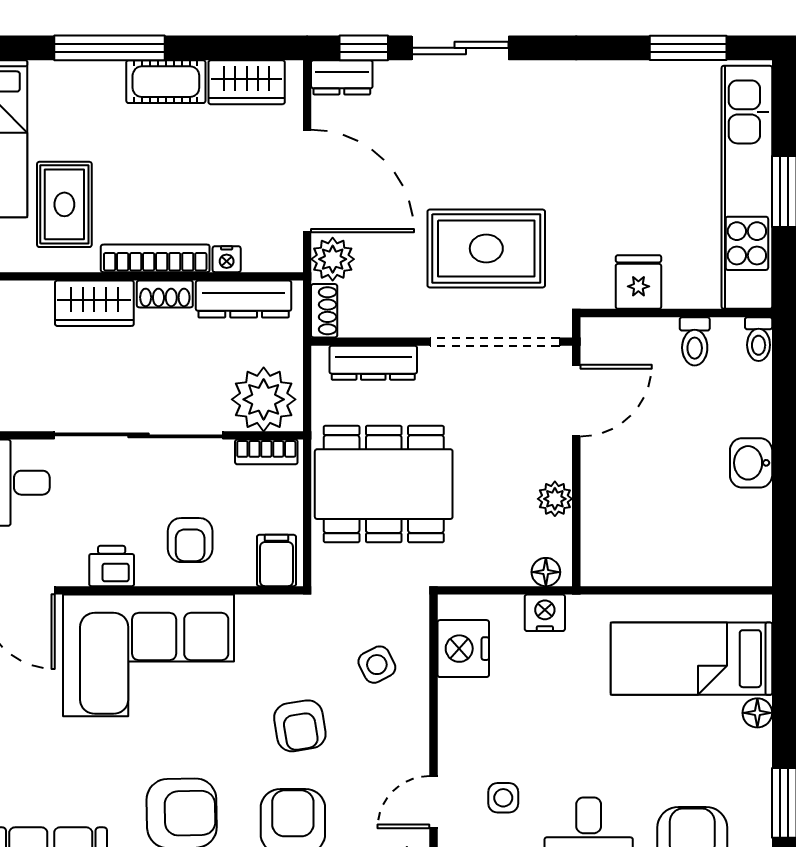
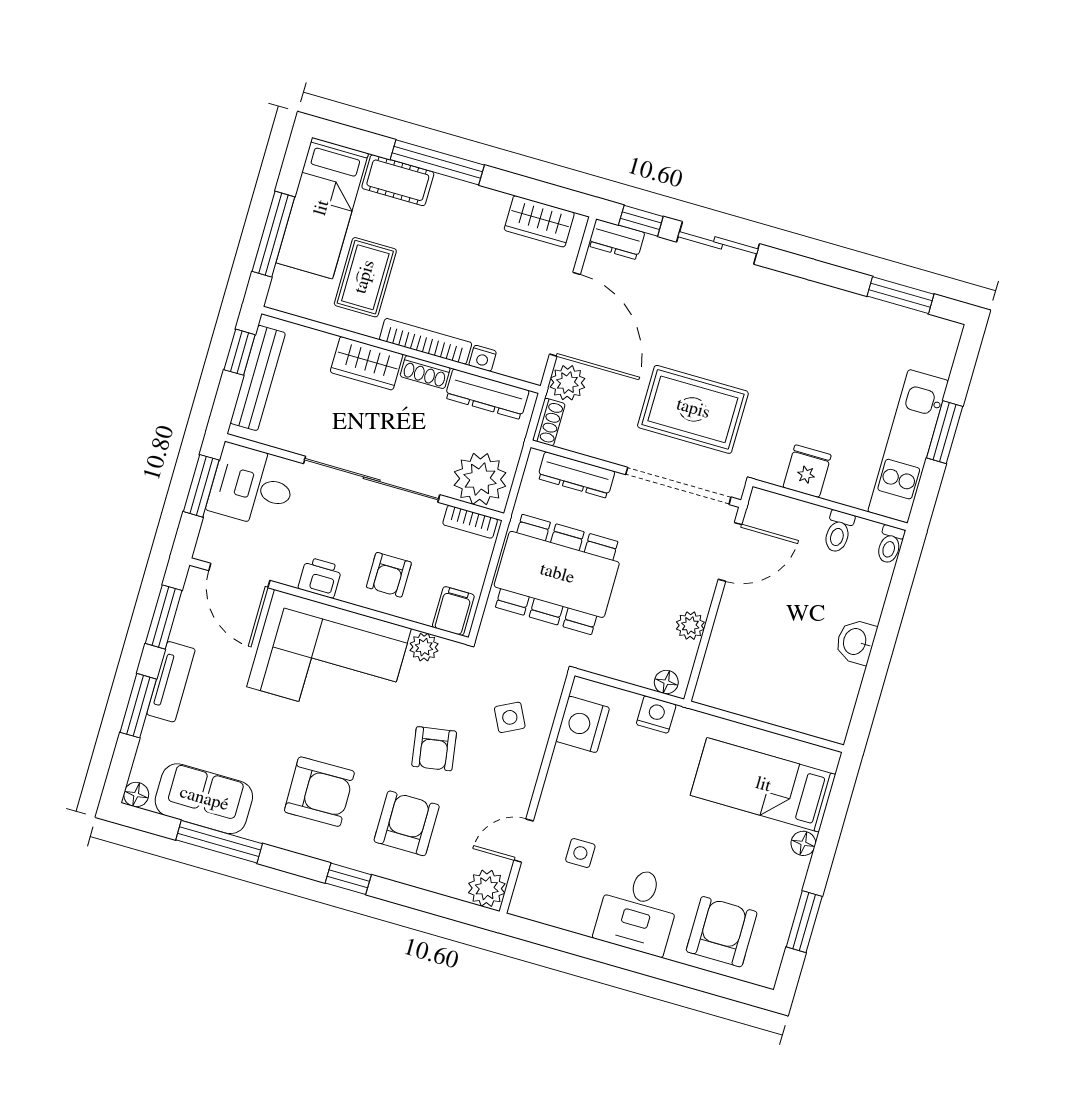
cot: (166, 82) -> (398, 180), moved
kitchen unit: (747, 187) -> (908, 446), width x0.73
plant: (255, 612) -> (424, 647), added

